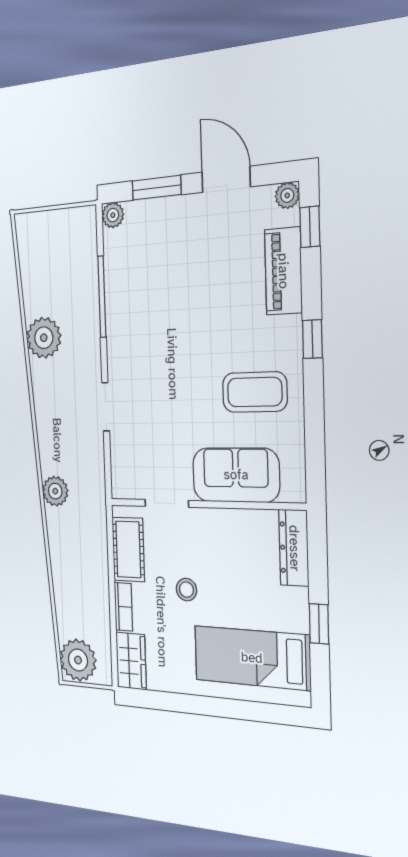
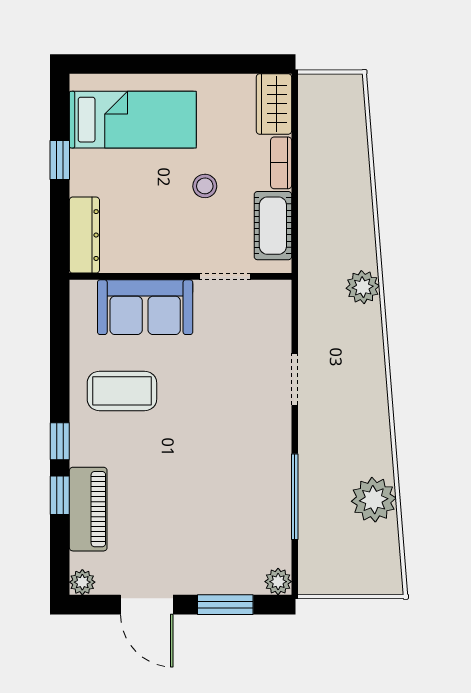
window: (310, 227) -> (60, 495), moved
plant: (44, 338) -> (374, 500), moved
plant: (78, 660) -> (341, 99), removed

